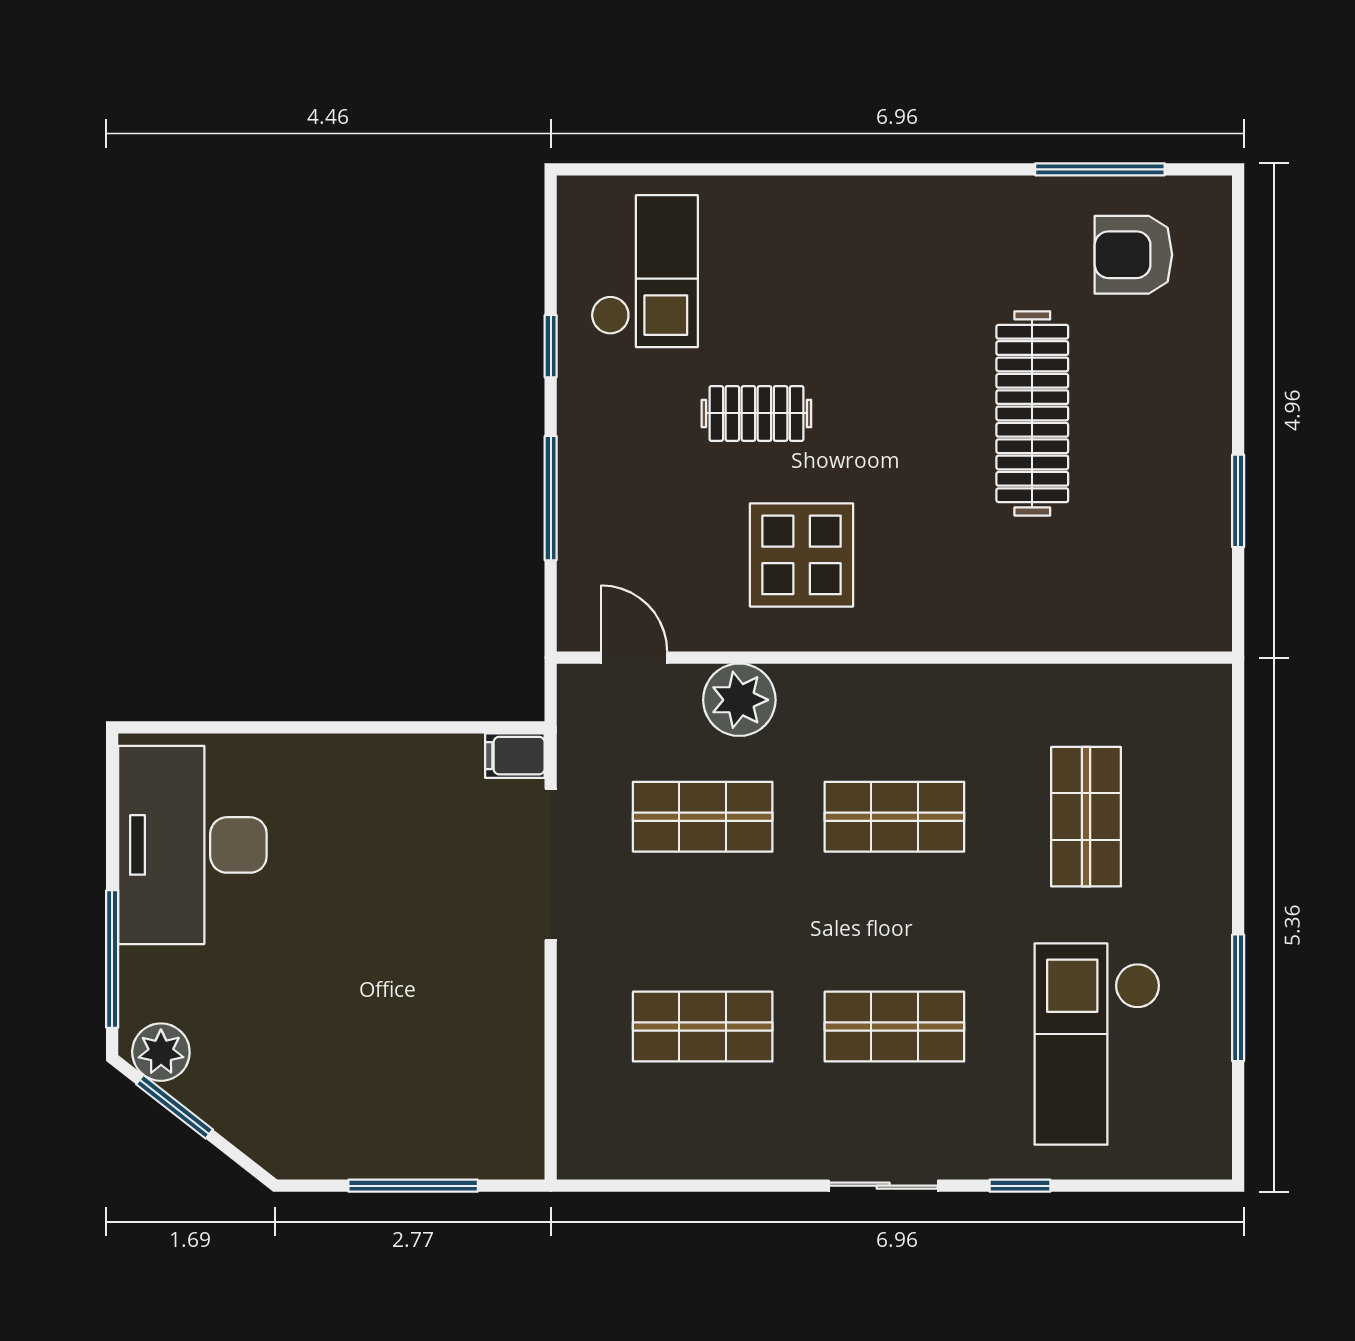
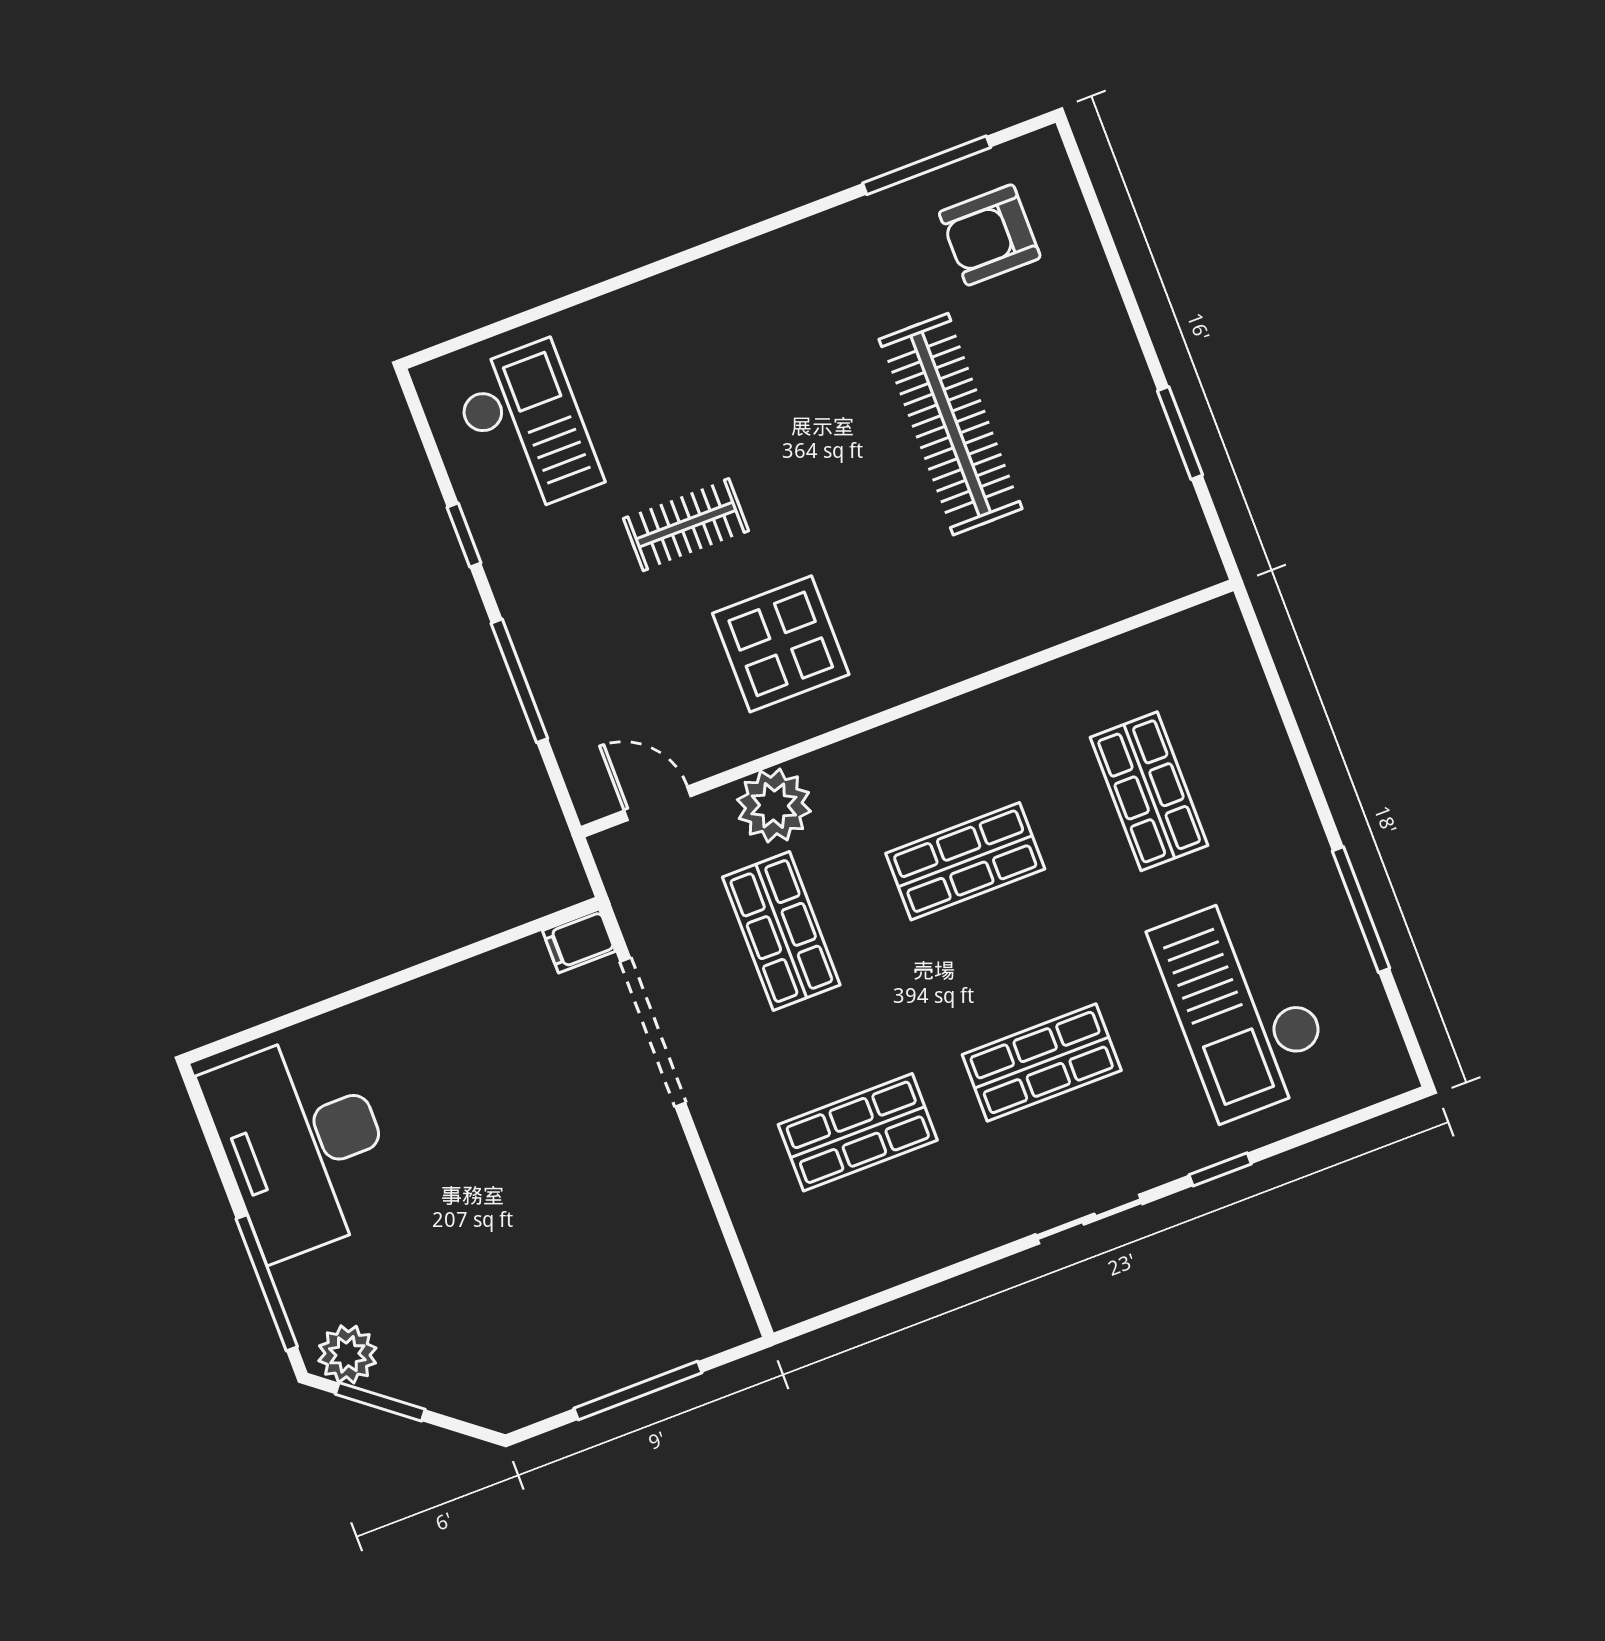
shop shelf: (703, 817) -> (781, 931), turned 90

